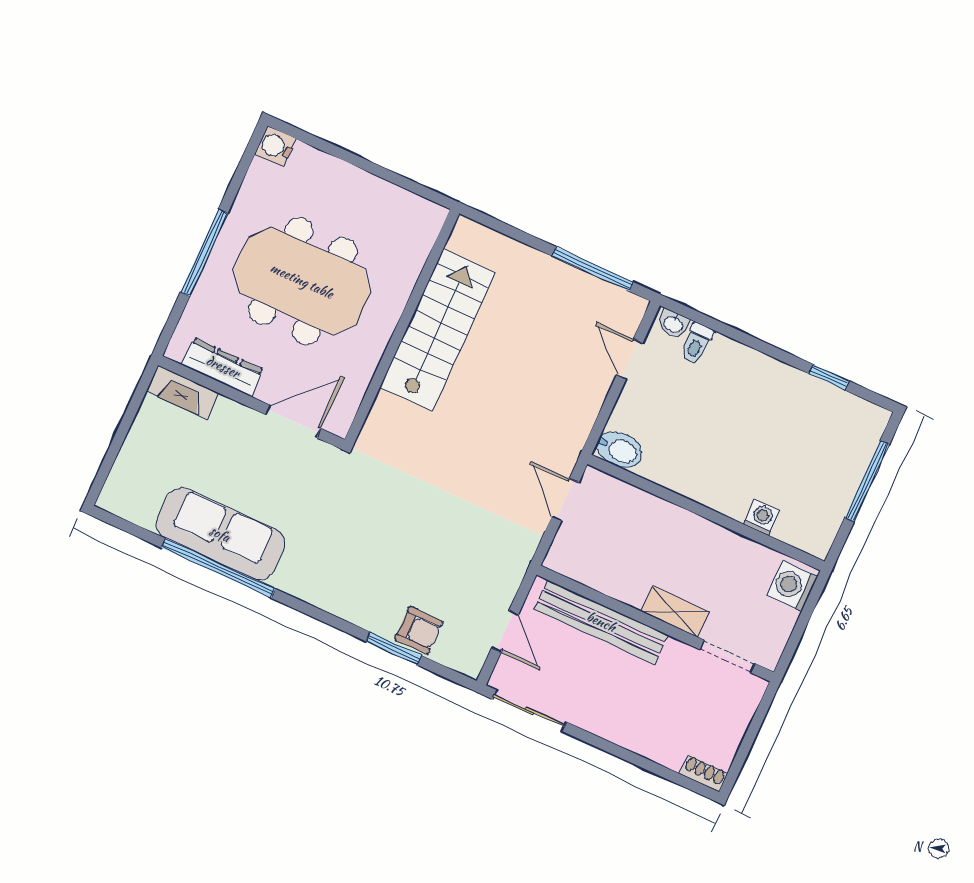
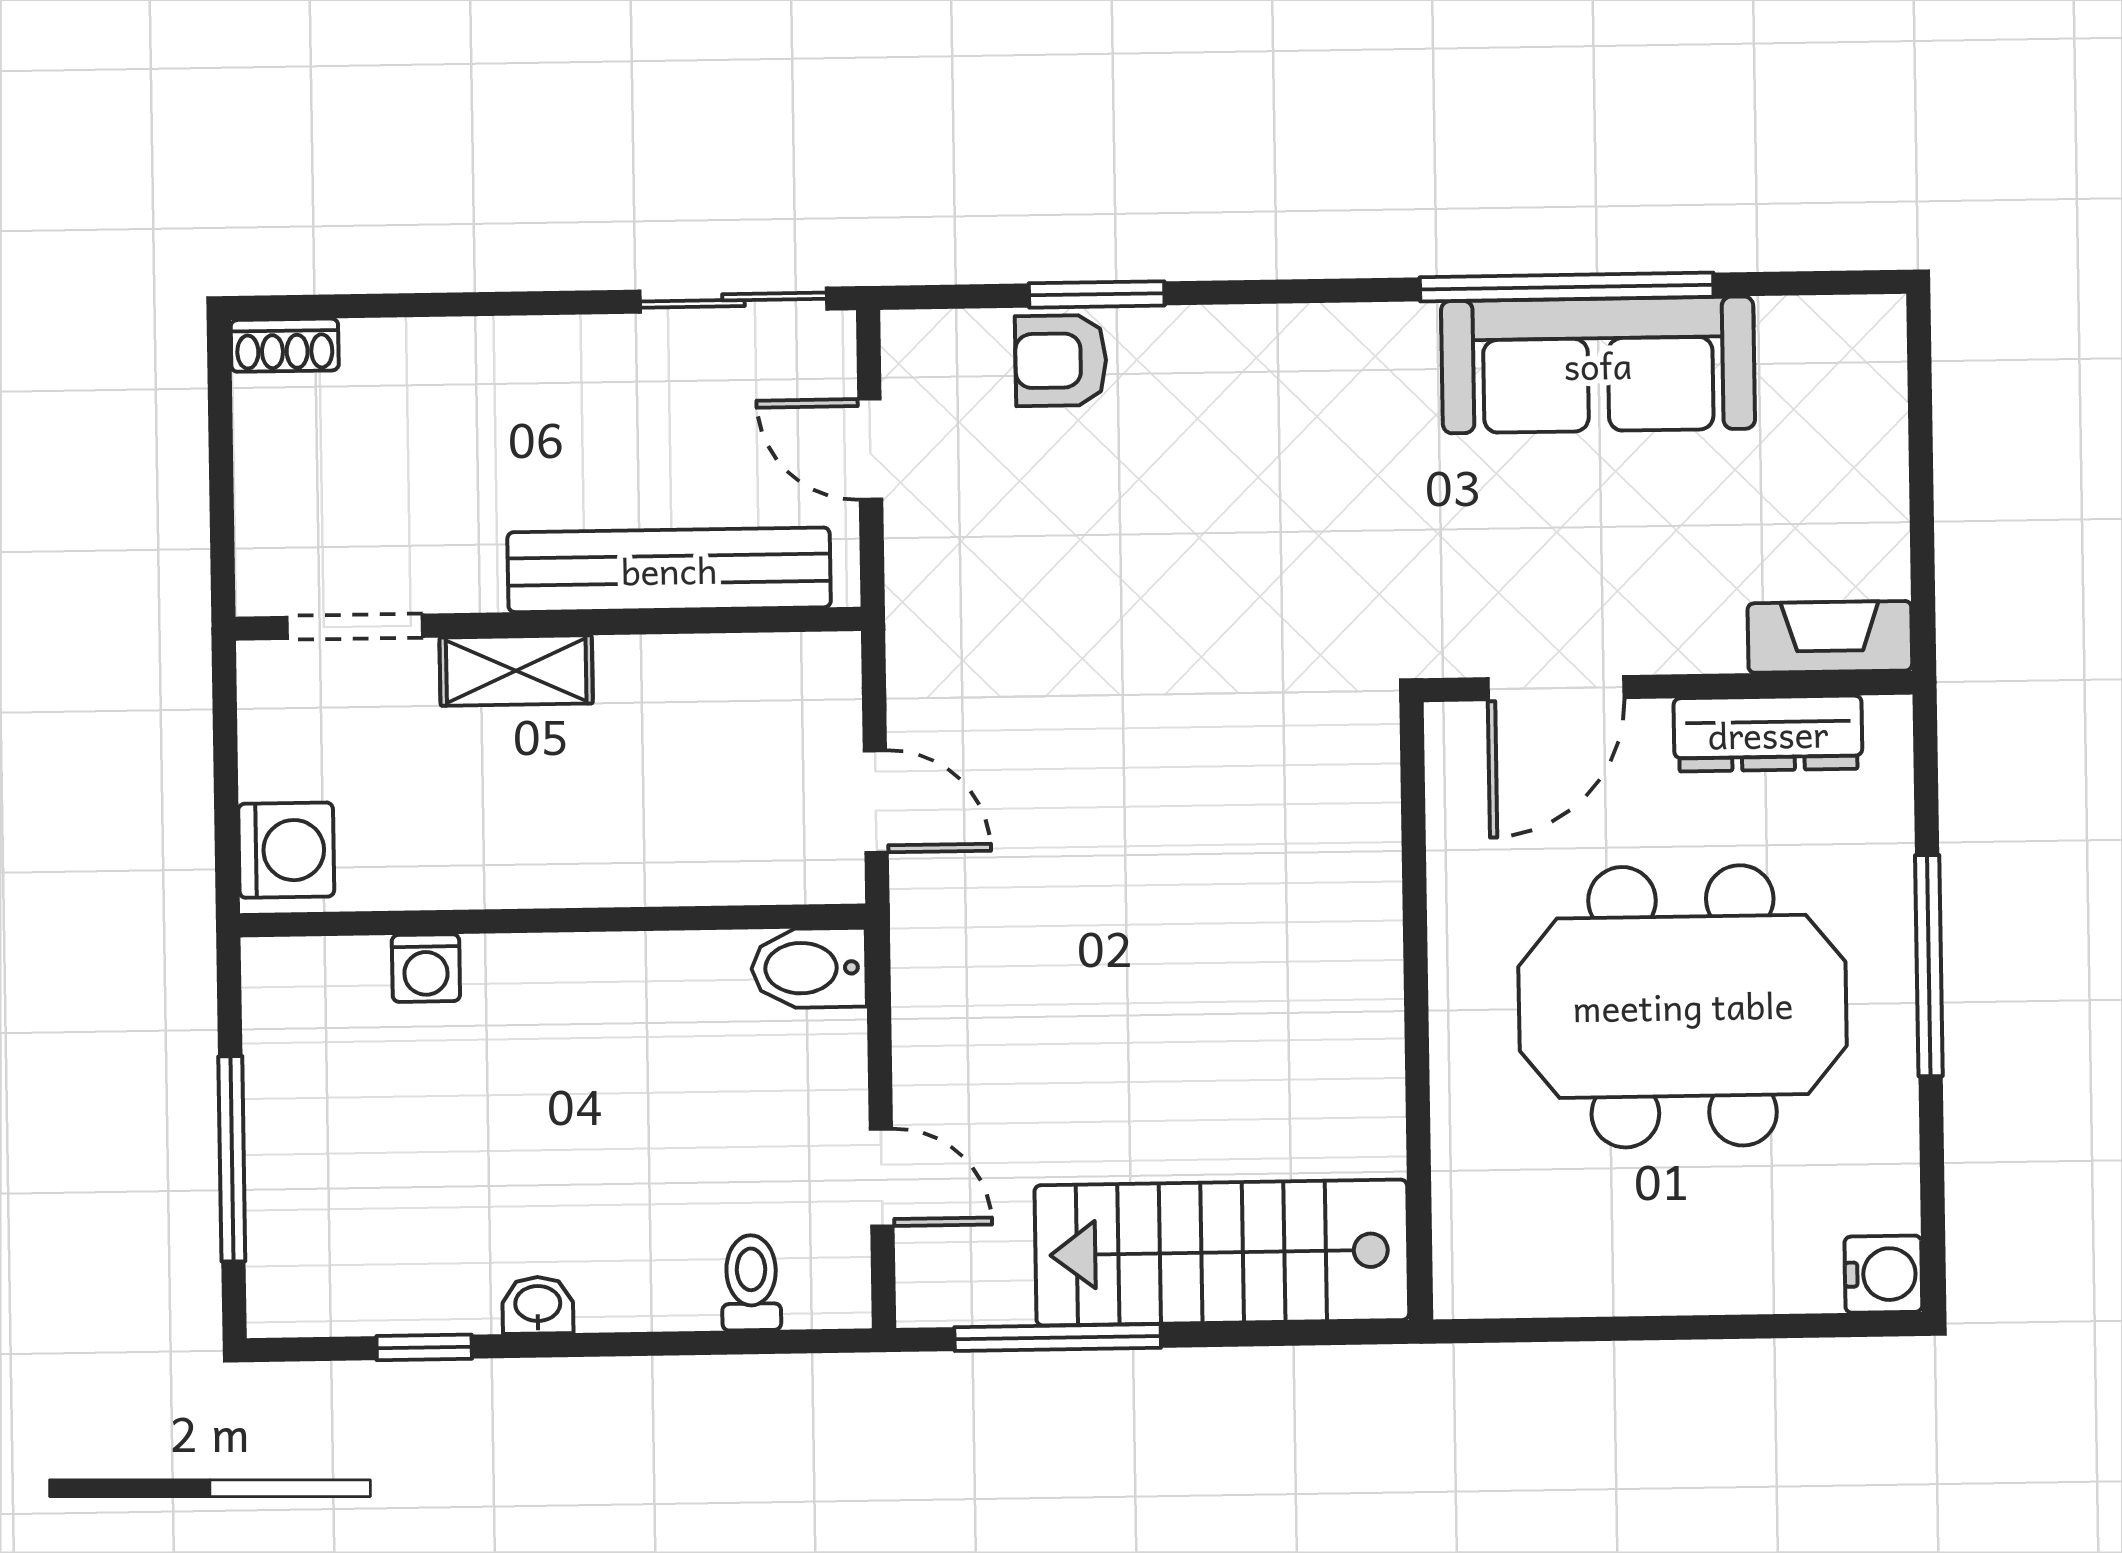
washbasin: (673, 324) -> (538, 1305), moved
stairs: (438, 330) -> (1222, 1253), moved, turned 90

